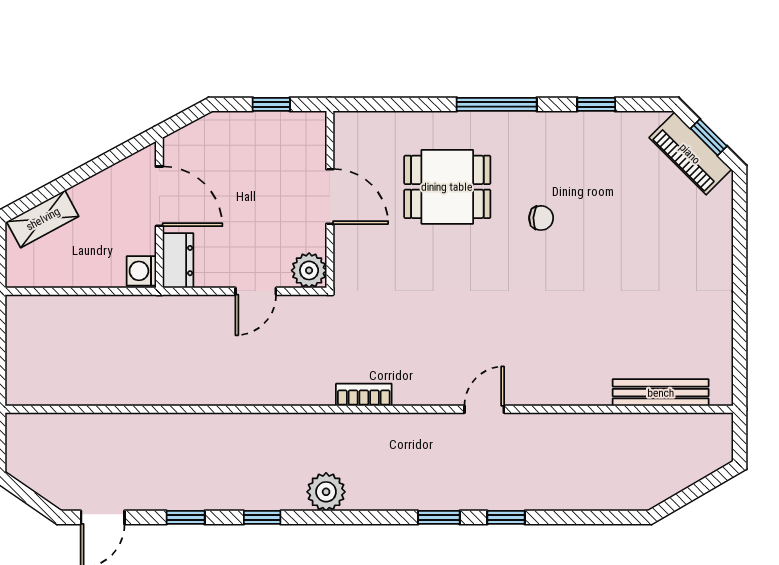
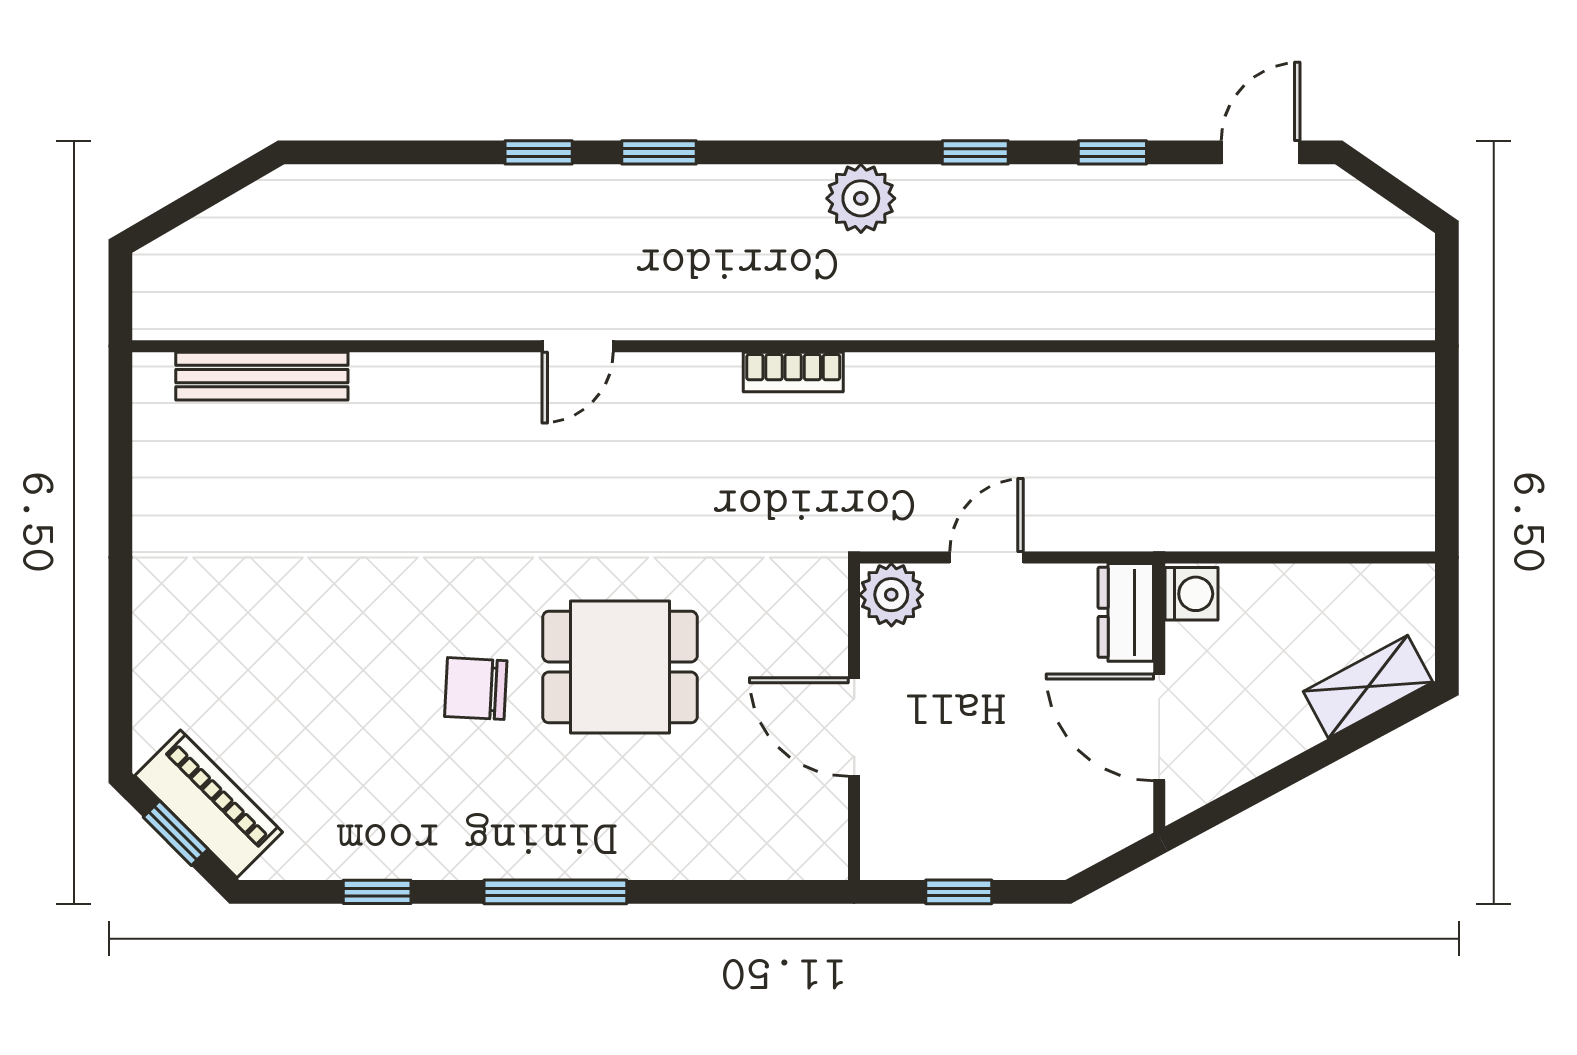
dining table: (447, 187) -> (620, 667), moved
chair: (541, 218) -> (476, 689), width x1.37, depth x1.37

